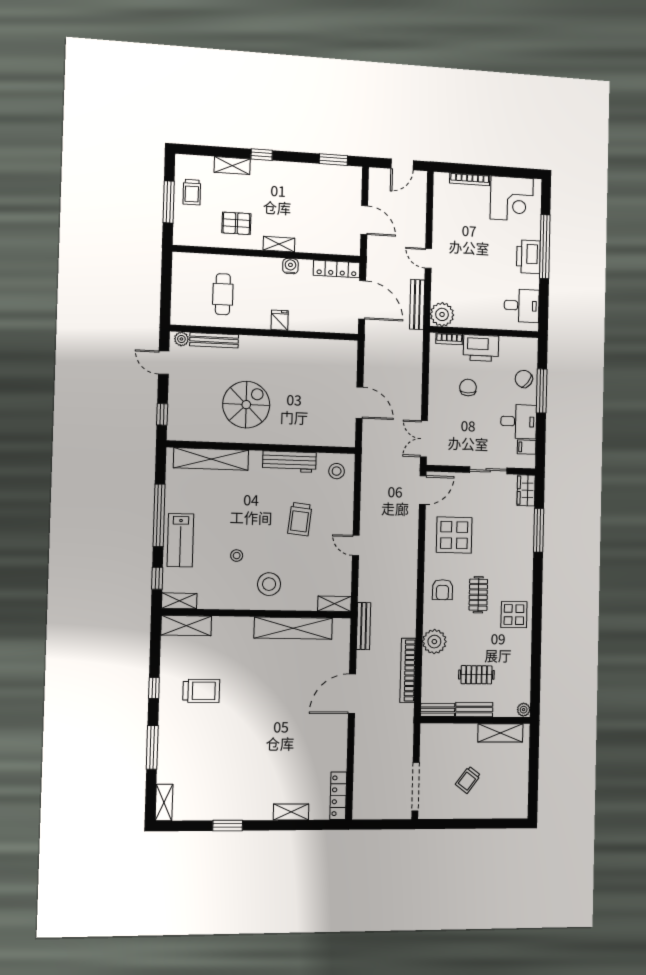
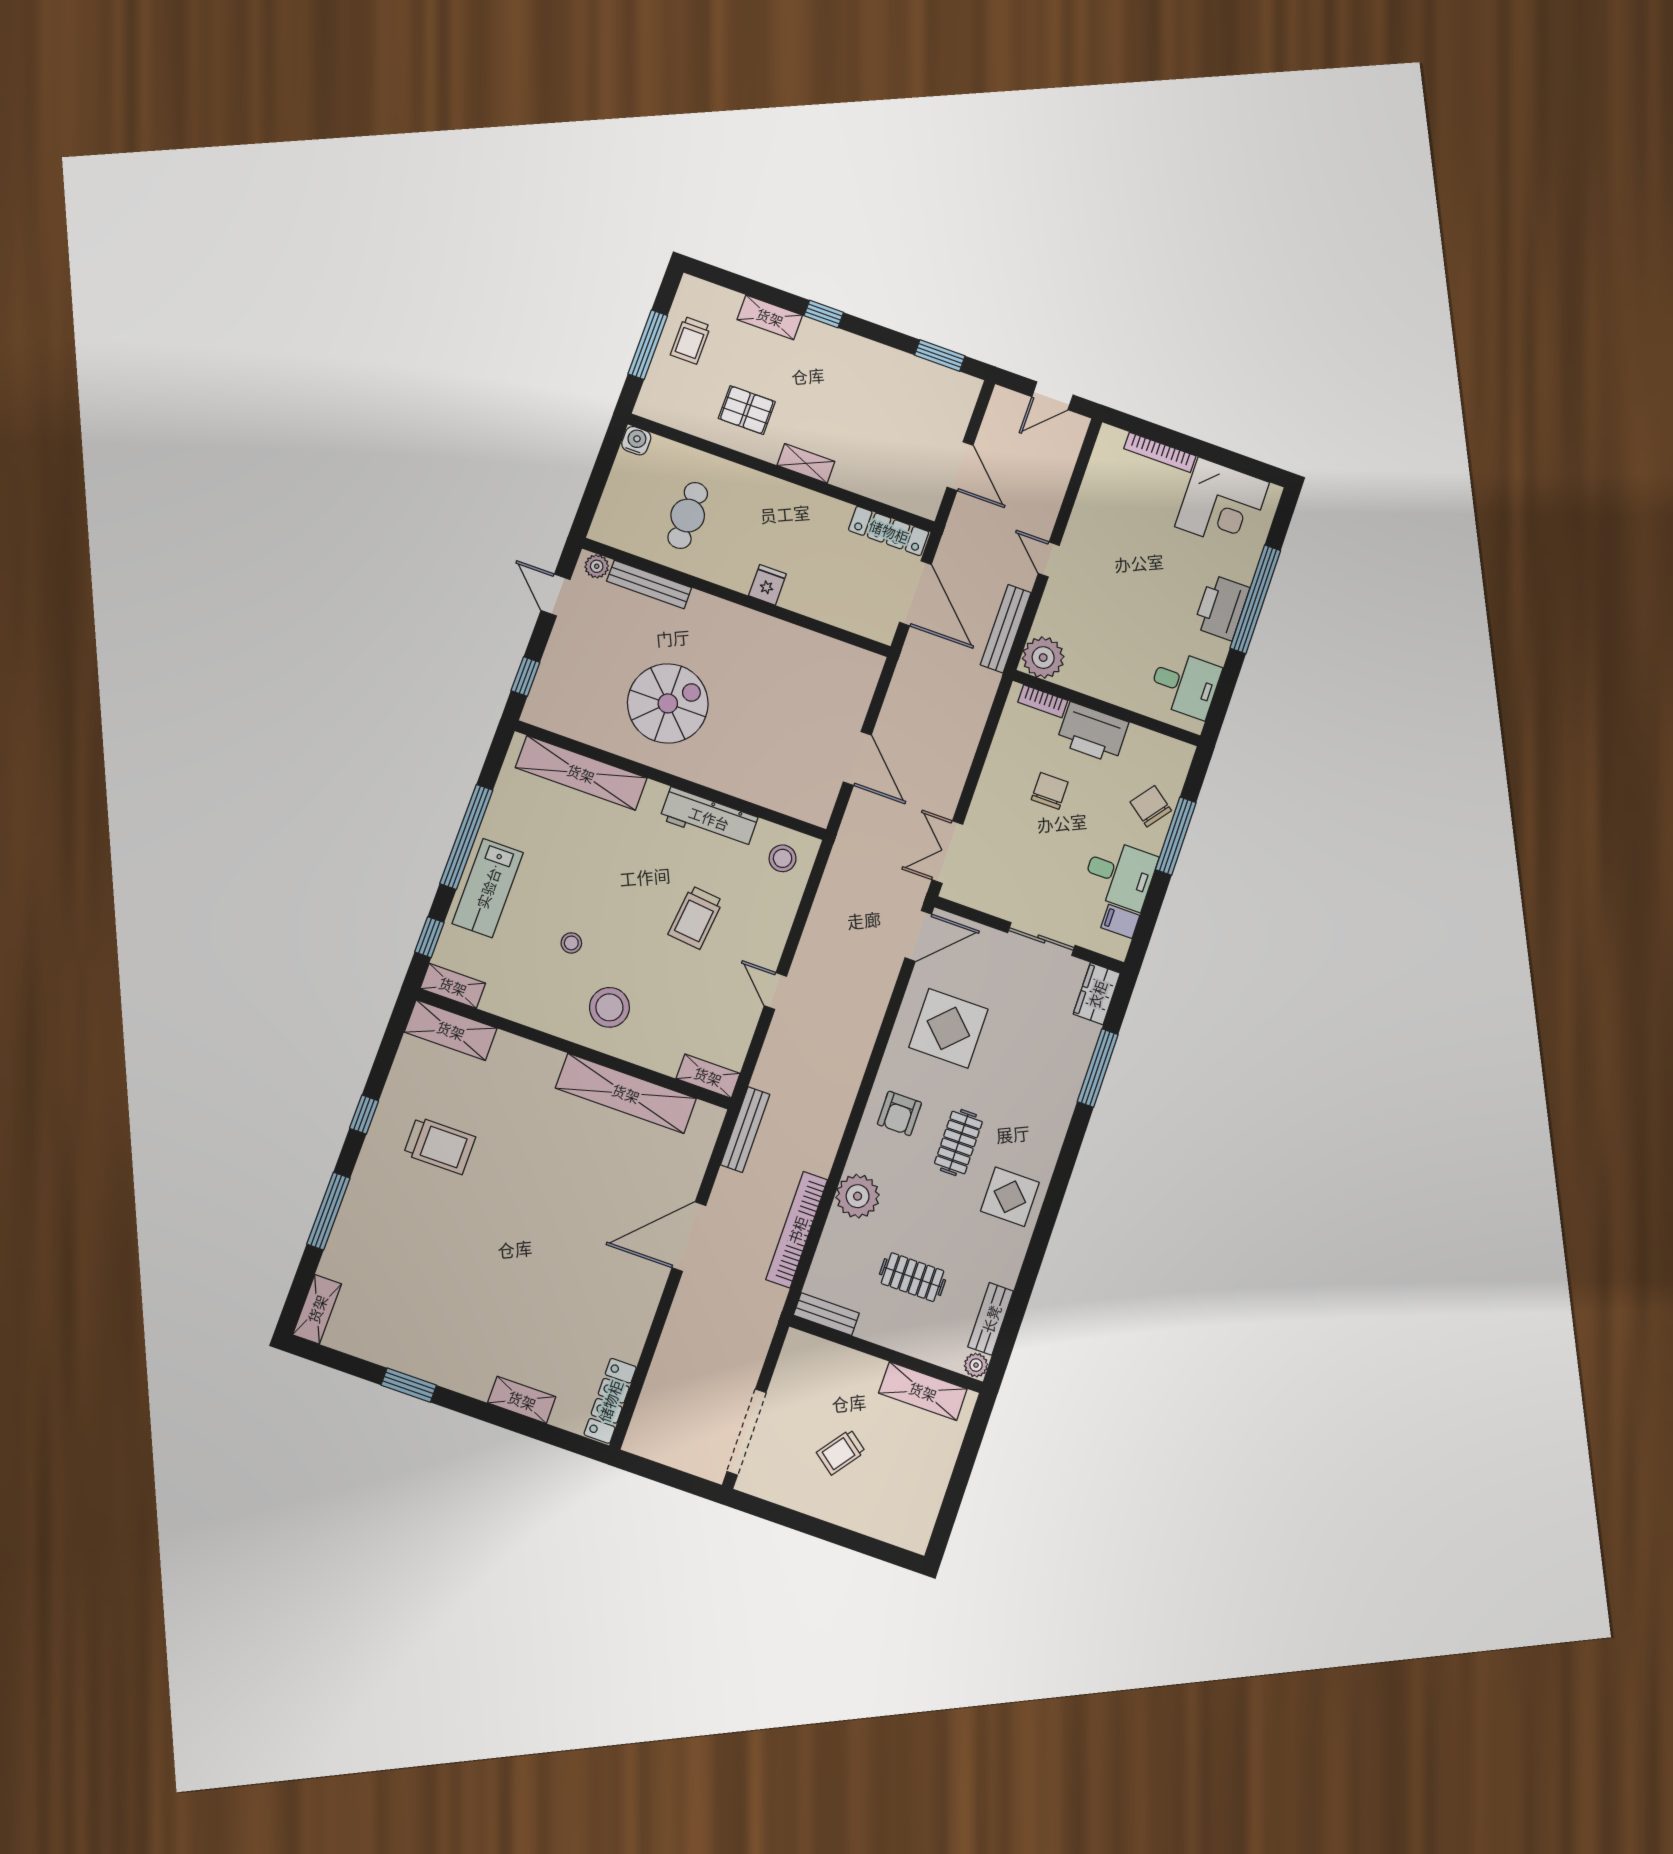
water cooler: (290, 266) -> (636, 441), moved
bench: (474, 710) -> (991, 1319), moved, turned 90

